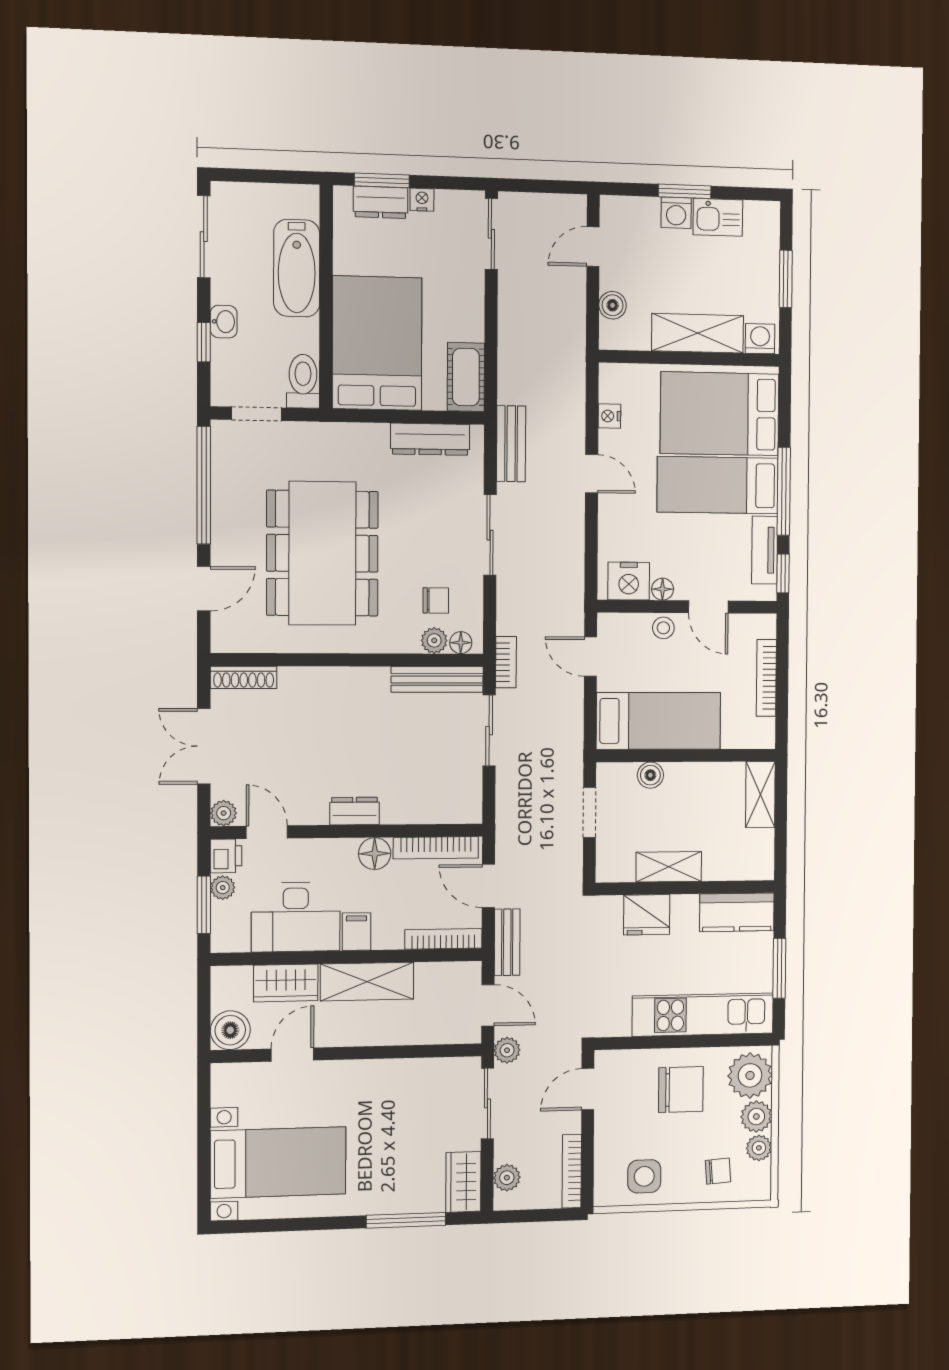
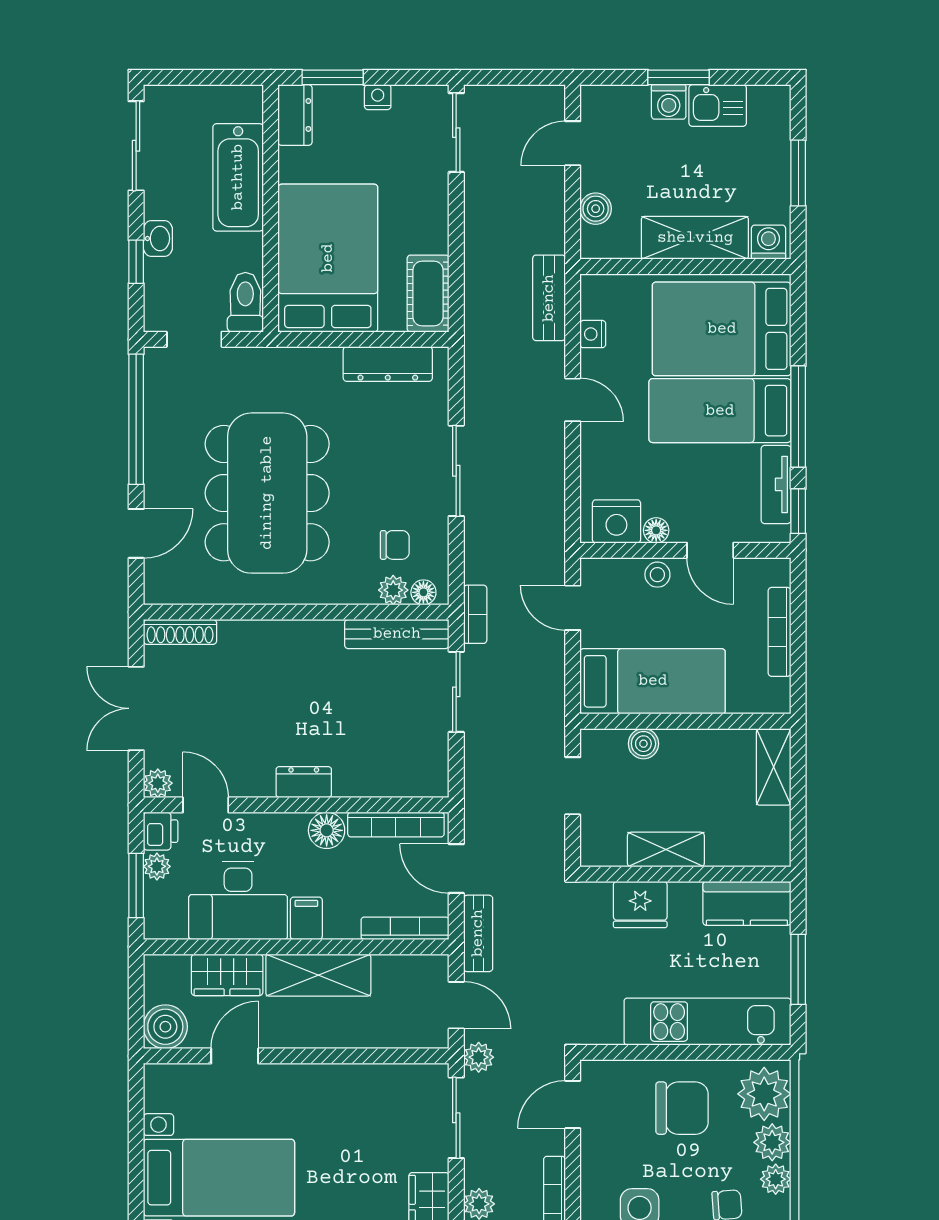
dresser: (380, 202) -> (295, 115), moved, turned -90
bench: (511, 444) -> (549, 298), moved

